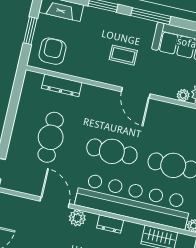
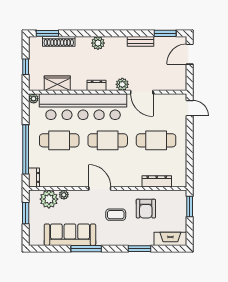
window: (151, 16) -> (86, 249), moved
window: (30, 31) -> (190, 206), moved
armchair: (53, 51) -> (146, 209), moved
cafe table: (51, 137) -> (156, 140), turned 90

